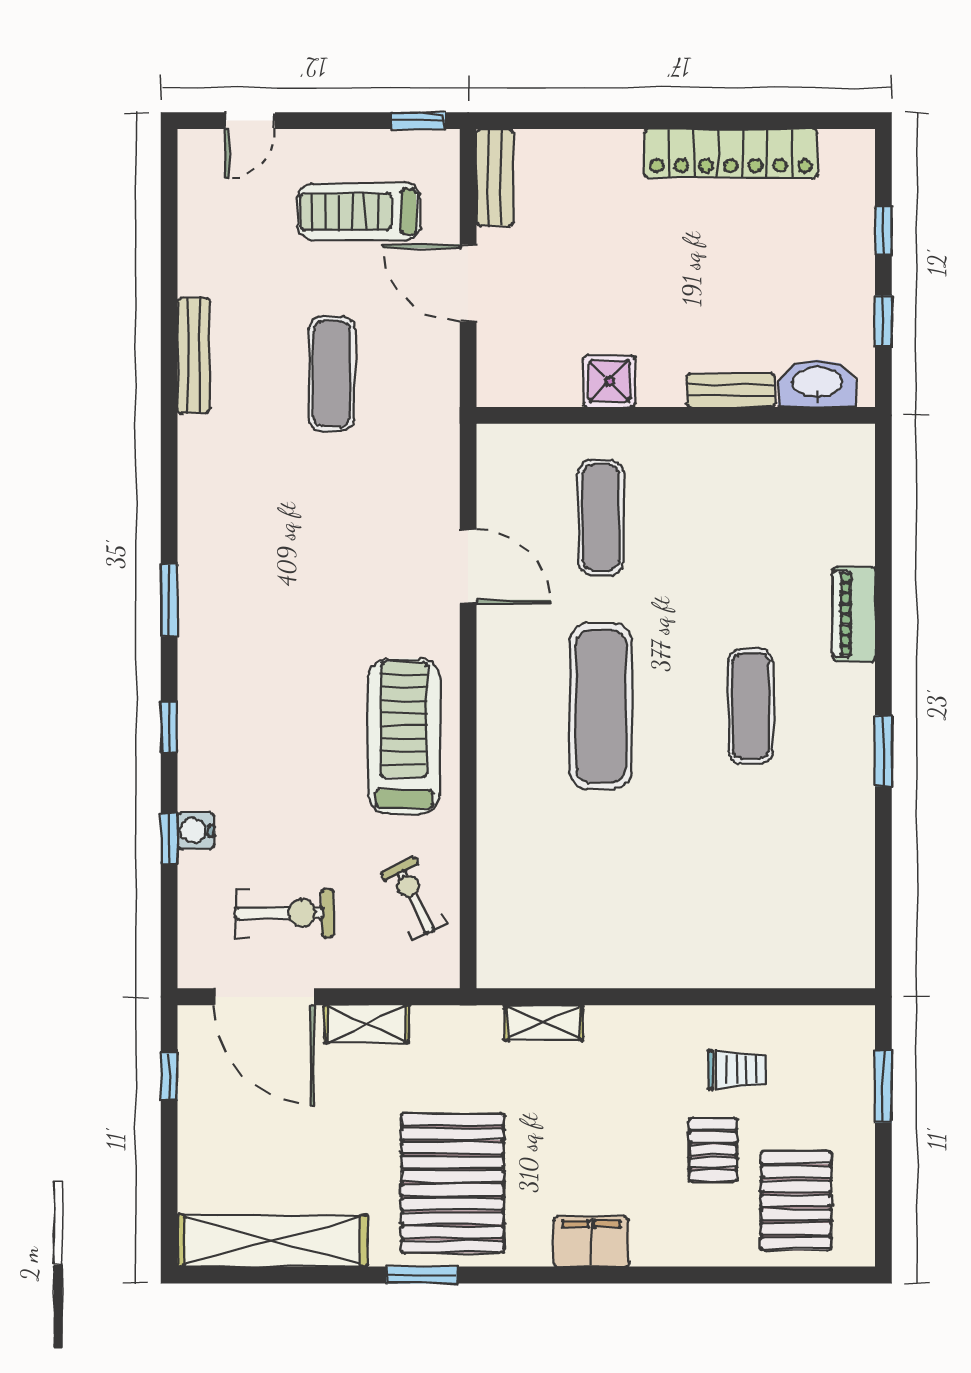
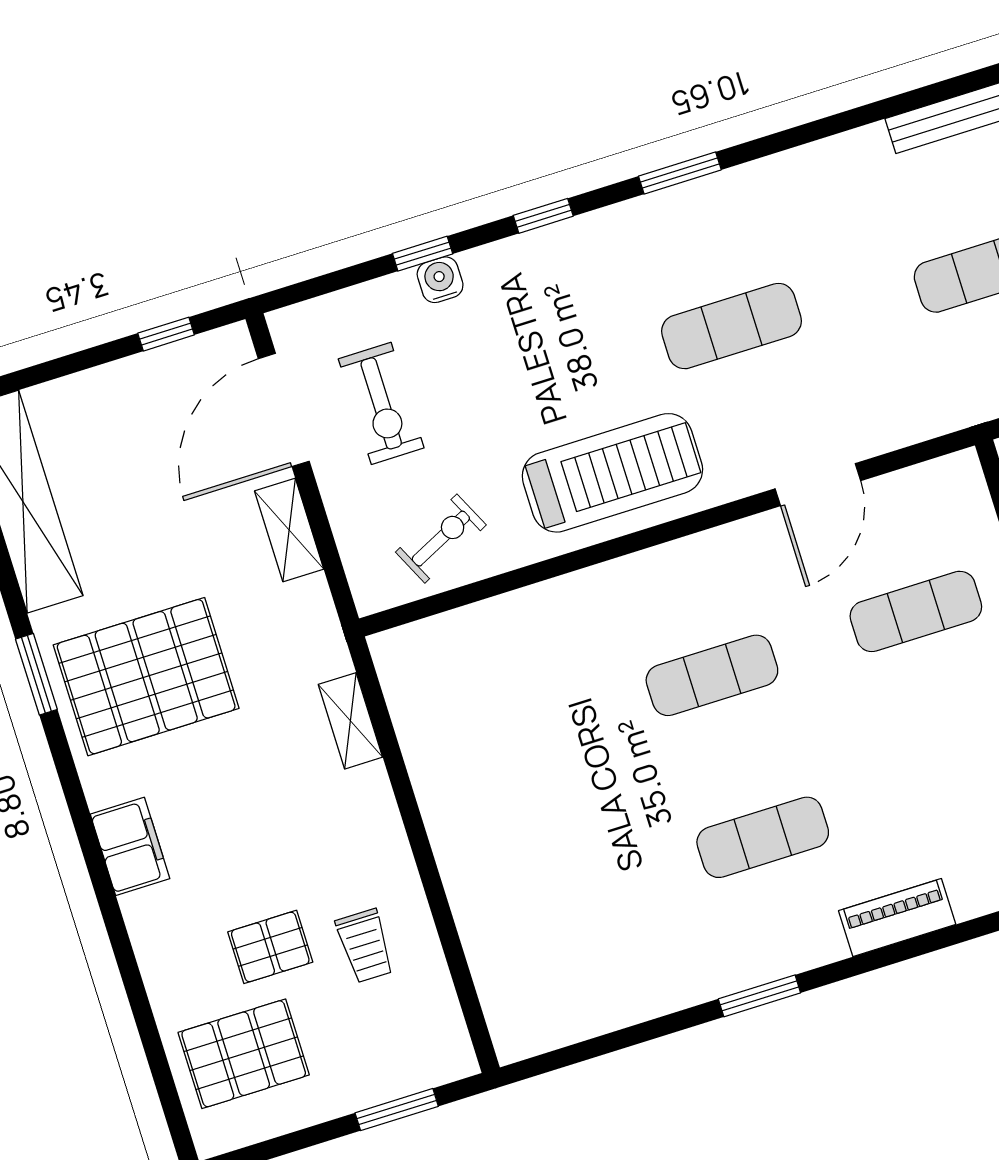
exercise mat: (312, 597) -> (732, 326), added
exercise mat: (601, 706) -> (712, 675), width x0.73, depth x0.69

